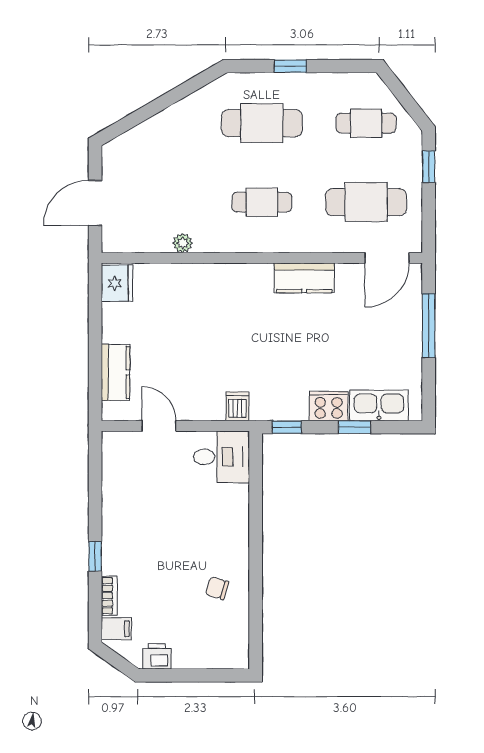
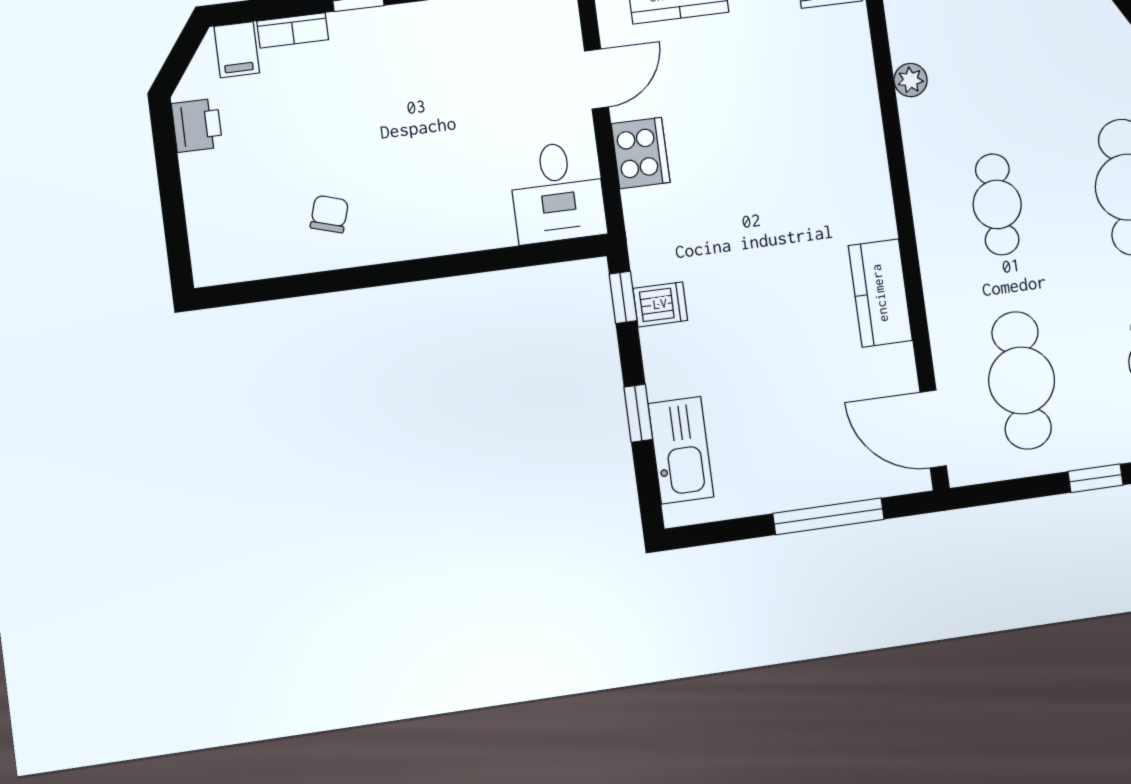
dishwasher: (237, 406) -> (660, 304), moved
cooker: (329, 406) -> (641, 153), moved

